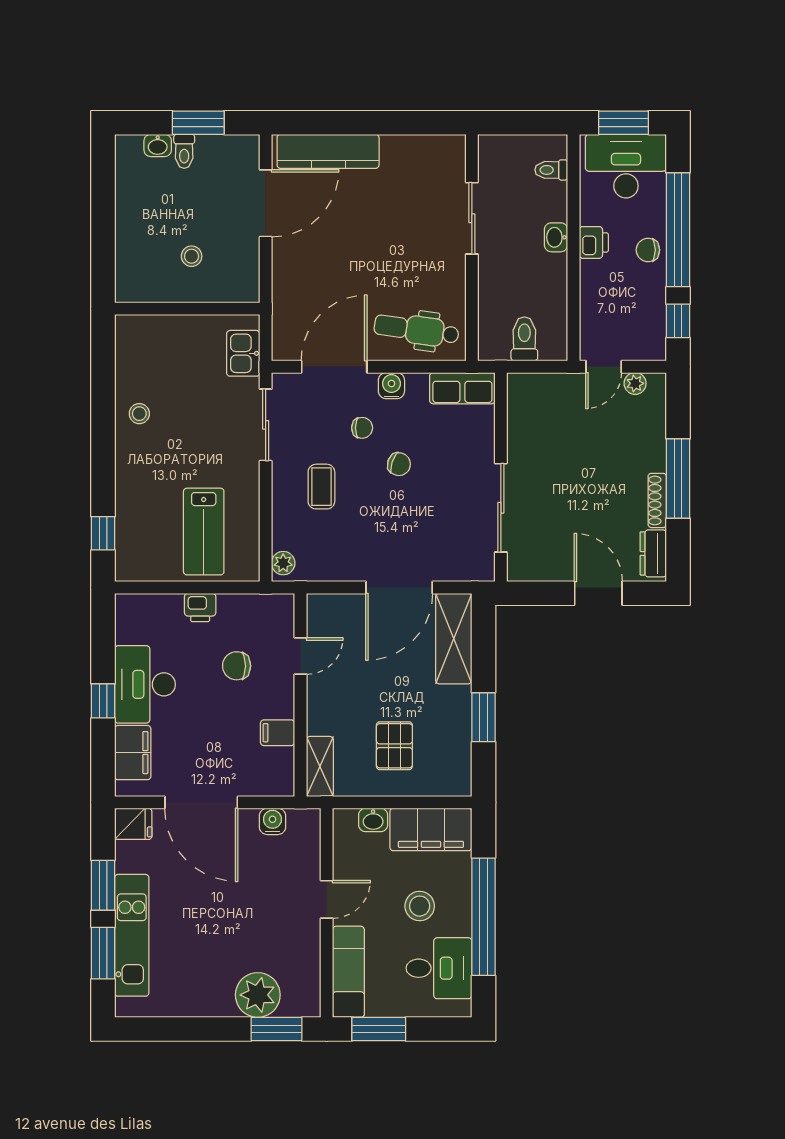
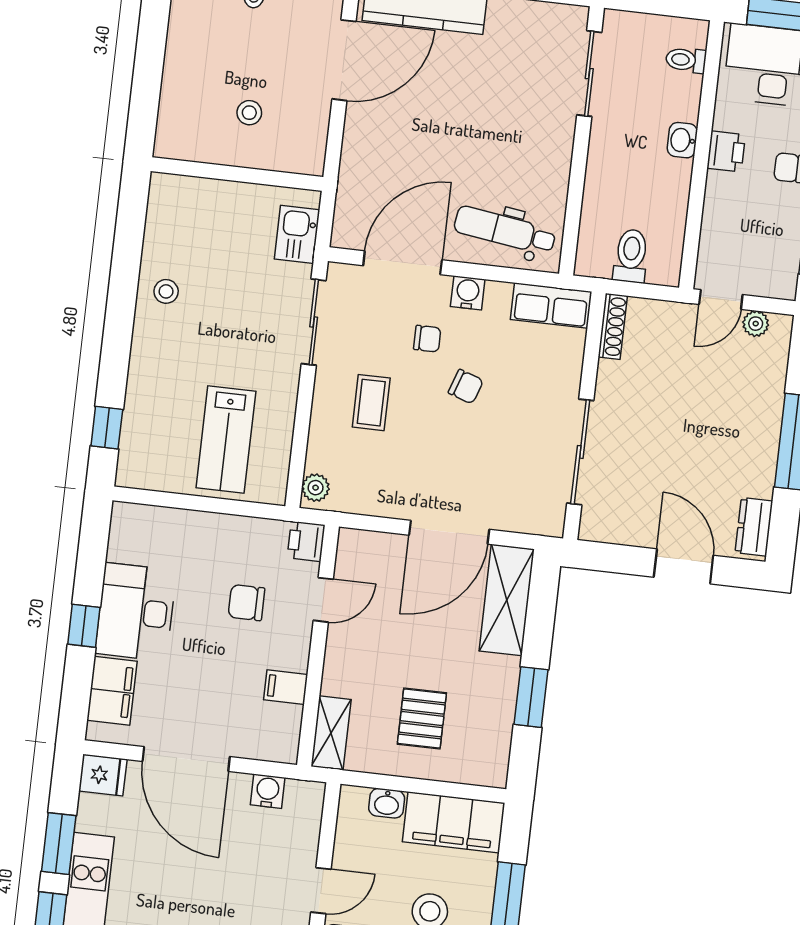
sliding door: (472, 218) -> (589, 74), moved
shoe rack: (657, 500) -> (613, 326), moved, turned 180
printer: (200, 607) -> (306, 541), moved, turned 90

